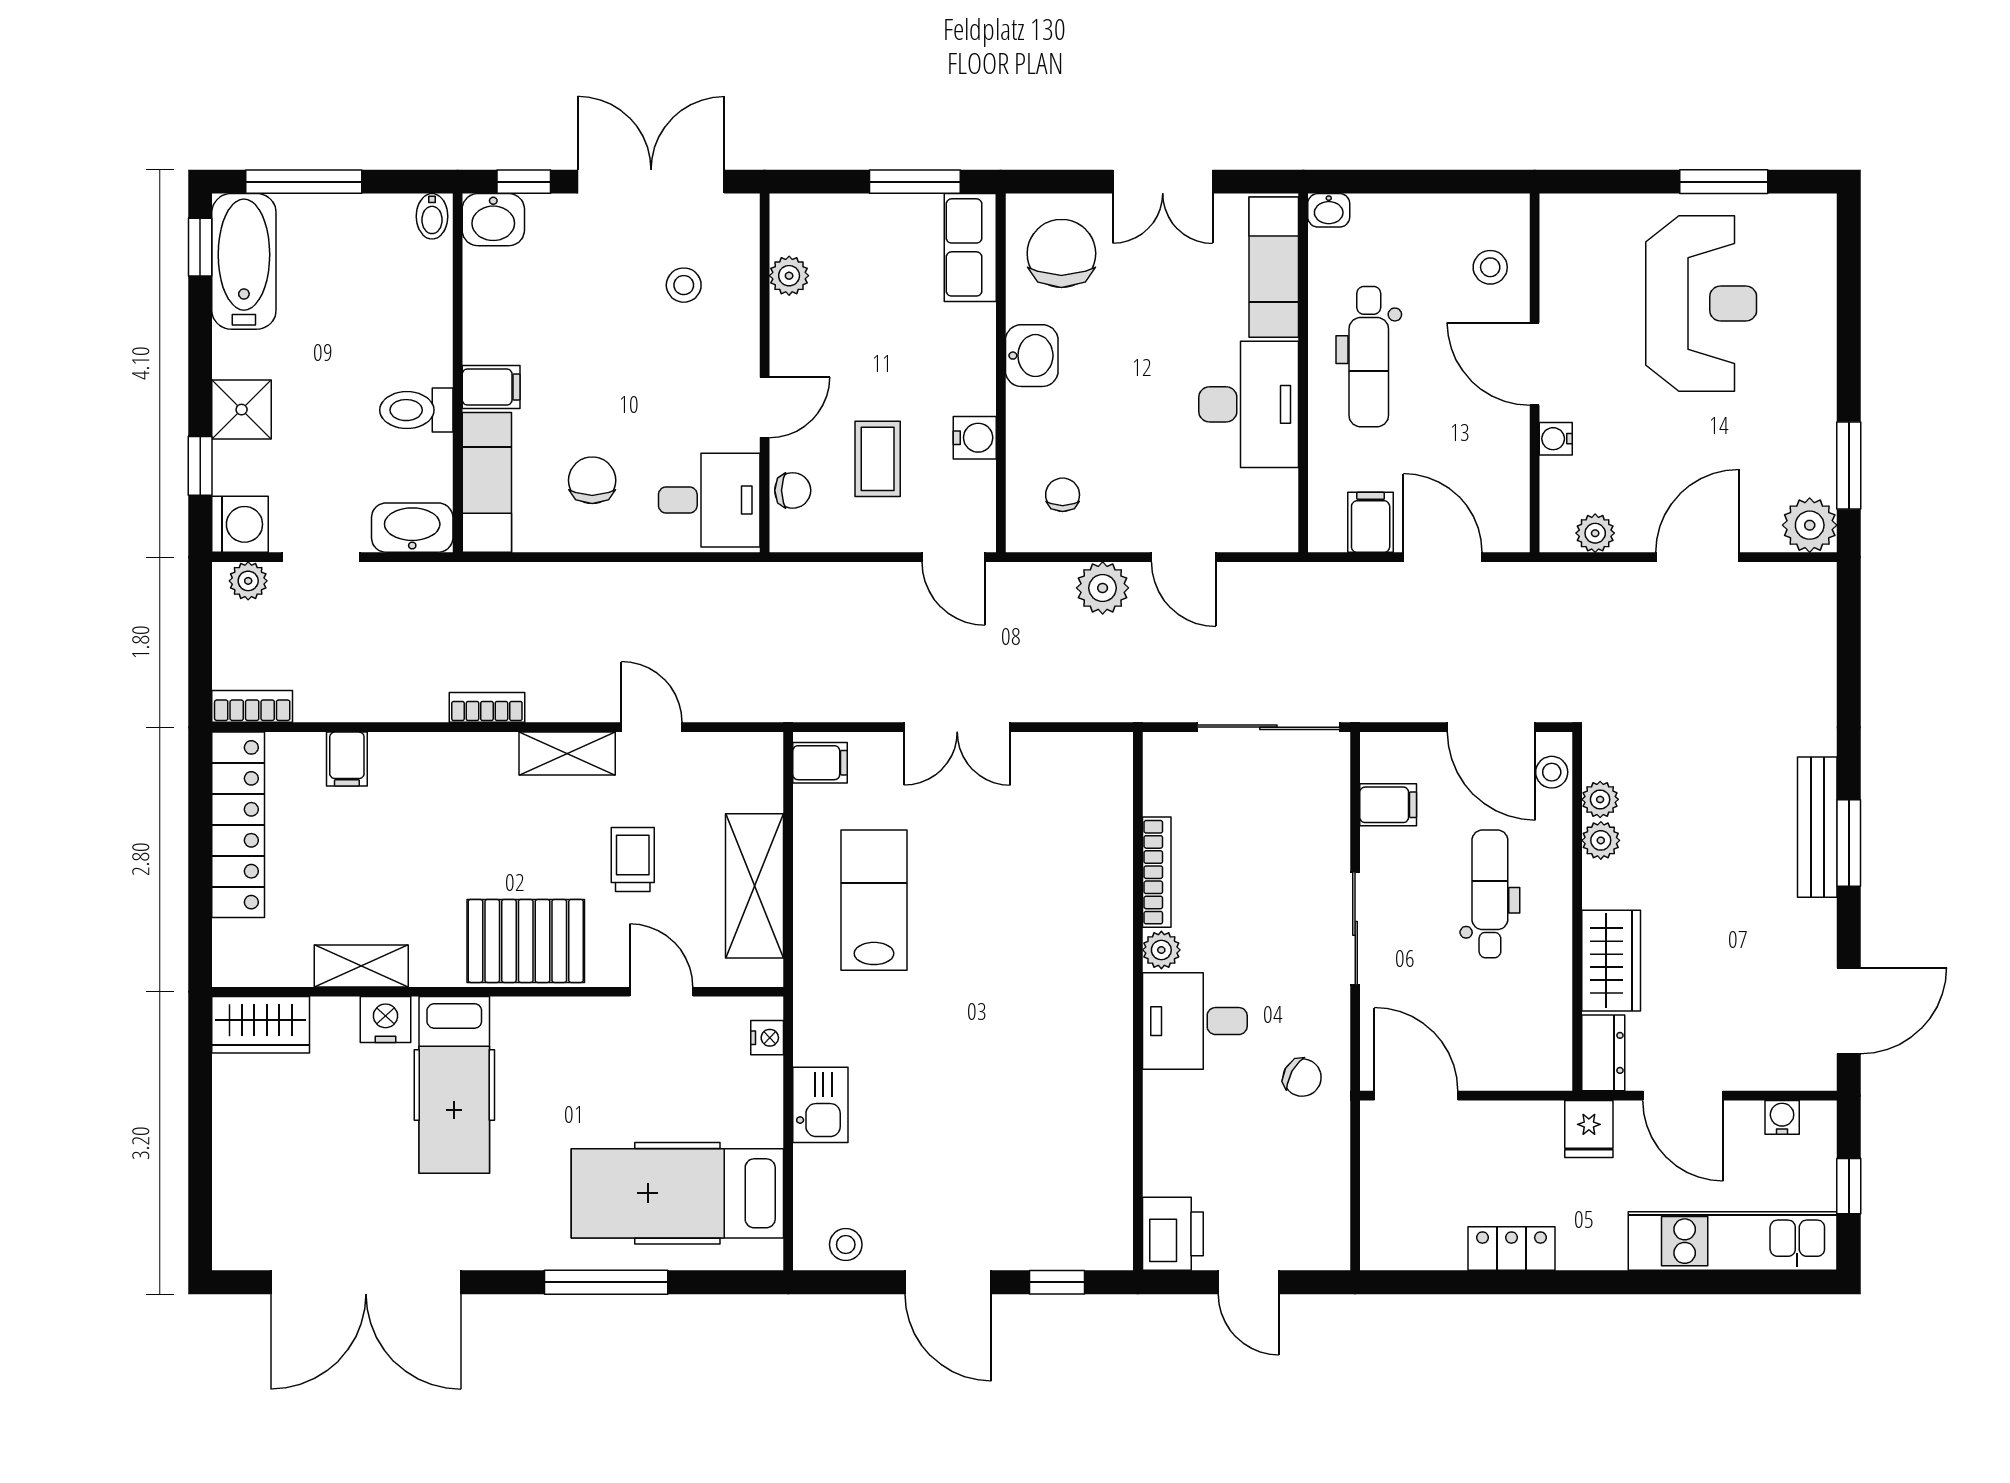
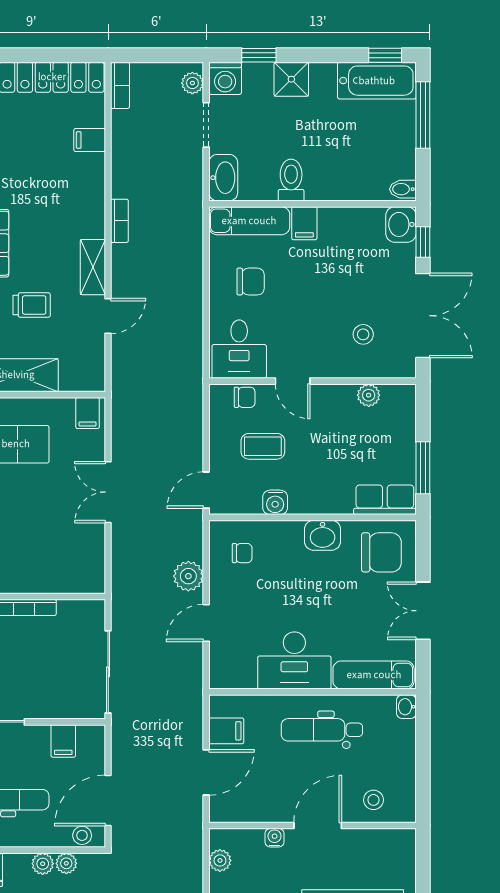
chair: (793, 490) -> (245, 397), turned -90

